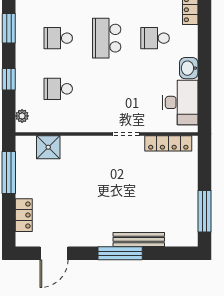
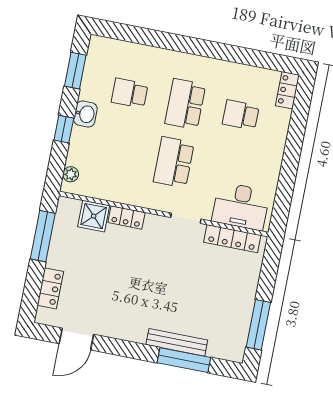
washbasin: (189, 68) -> (85, 114), moved, turned 180
school desk: (58, 89) -> (174, 162), moved, width x1.85
desk: (180, 102) -> (241, 206), moved, turned 90
locker: (76, 143) -> (126, 217), added
window: (120, 253) -> (184, 360), moved

